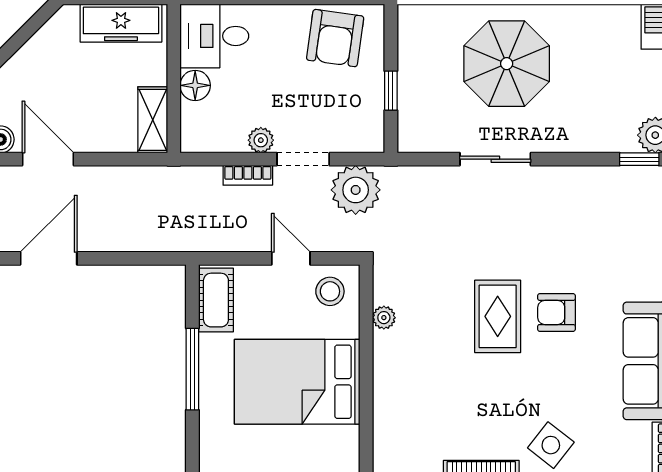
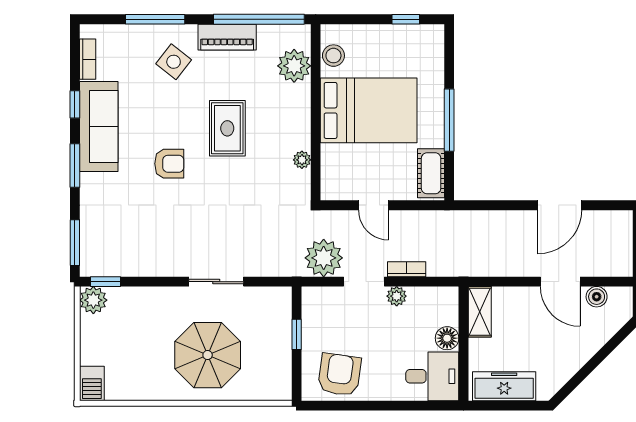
stool: (330, 291) -> (333, 56), moved
rug: (498, 316) -> (227, 128), moved
plant: (394, 440) -> (294, 66), added

